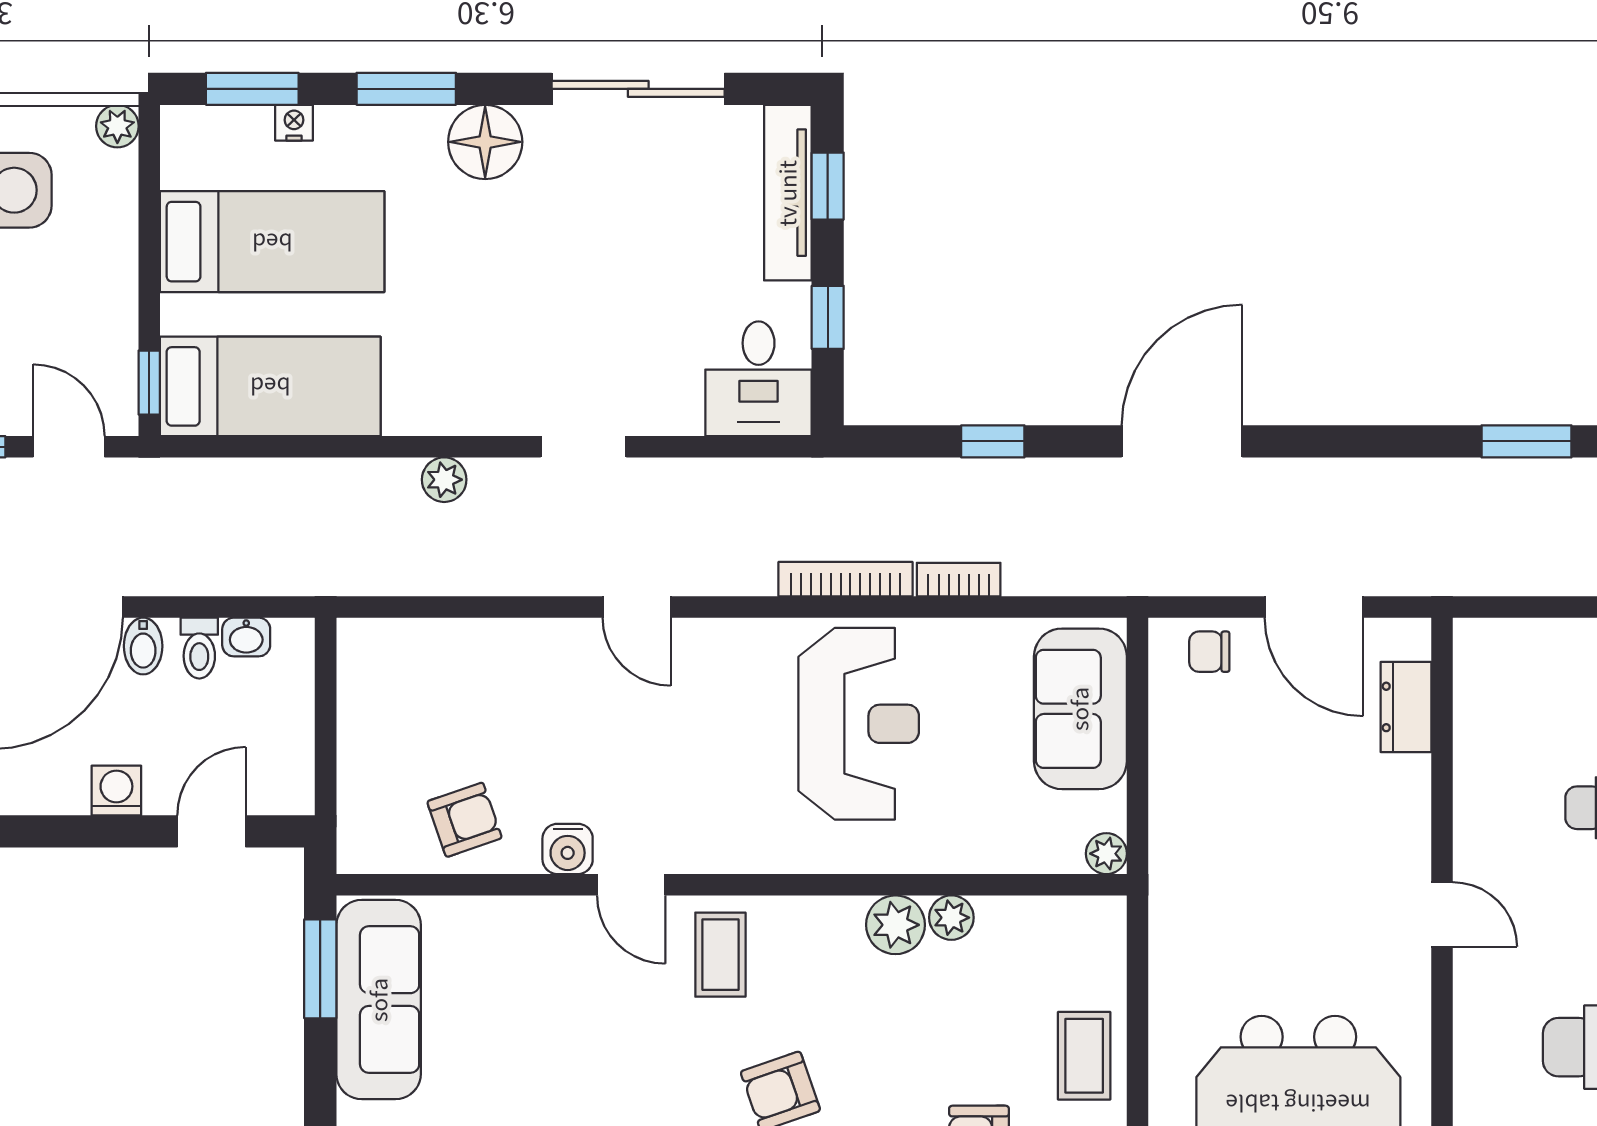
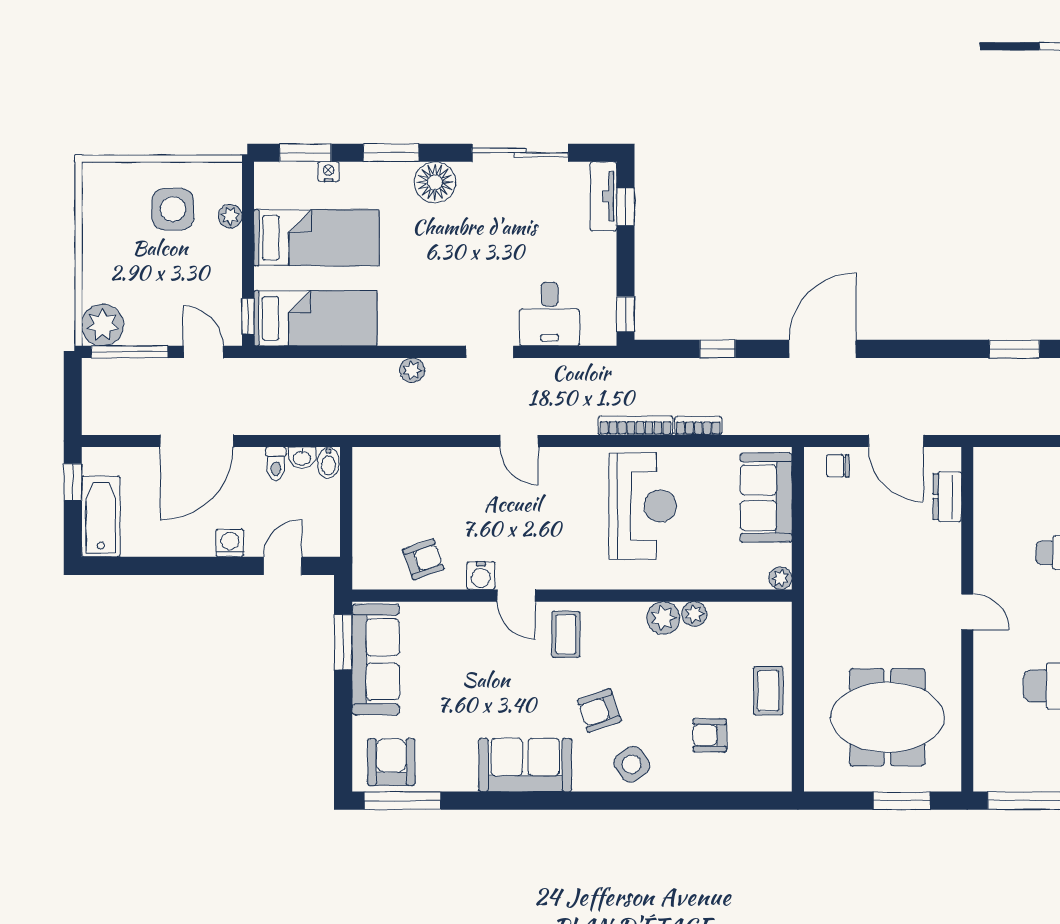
plant: (117, 126) -> (230, 216), moved
tv unit: (788, 193) -> (603, 196), width x0.71
window: (828, 317) -> (626, 314), moved
desk: (759, 379) -> (550, 314), moved
bidet: (143, 646) -> (328, 463), moved

